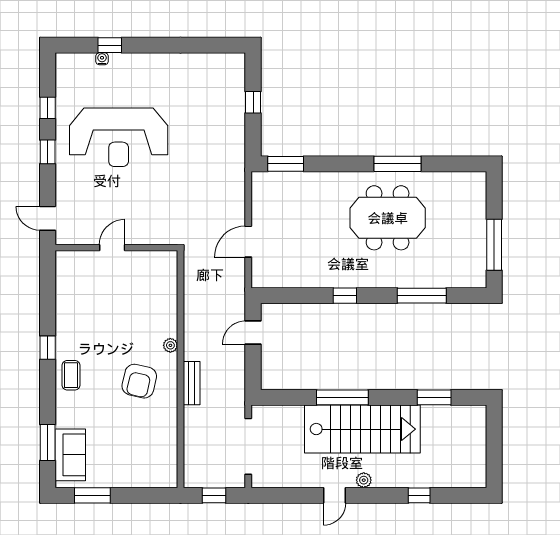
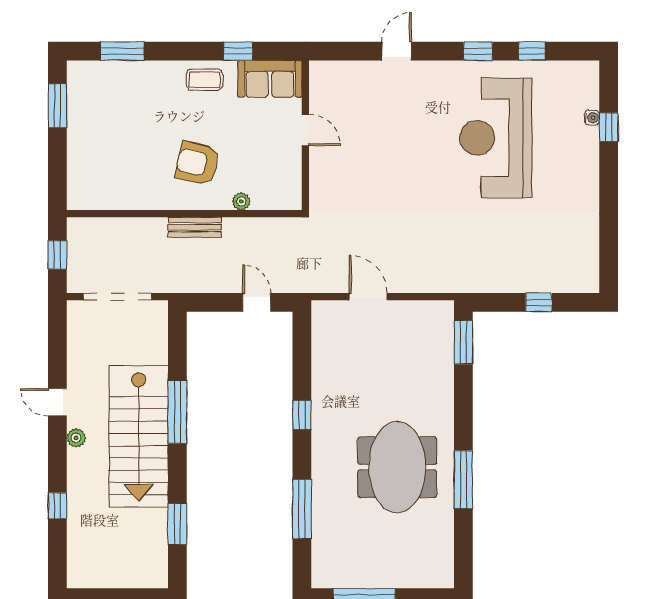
door: (112, 248) -> (305, 130), moved
wall: (116, 248) -> (305, 135), moved
sofa: (70, 455) -> (270, 79), moved

